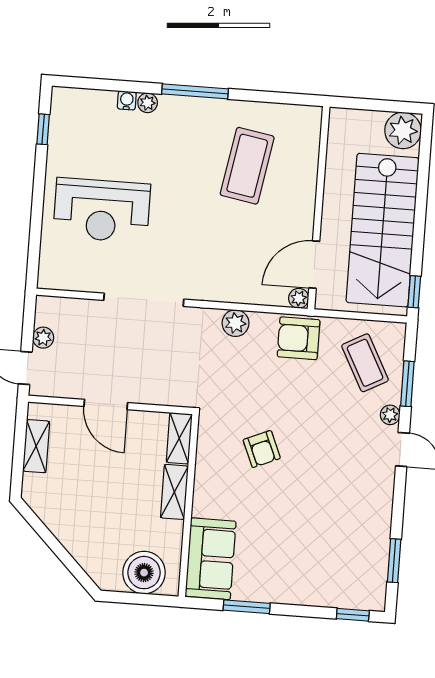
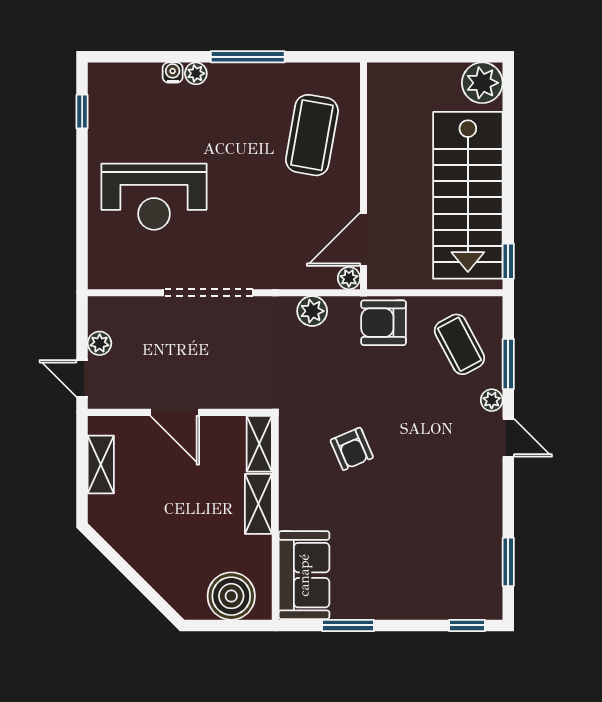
wall: (319, 208) -> (364, 176), moved
door: (314, 265) -> (364, 239), moved
plant: (299, 298) -> (349, 278), moved

